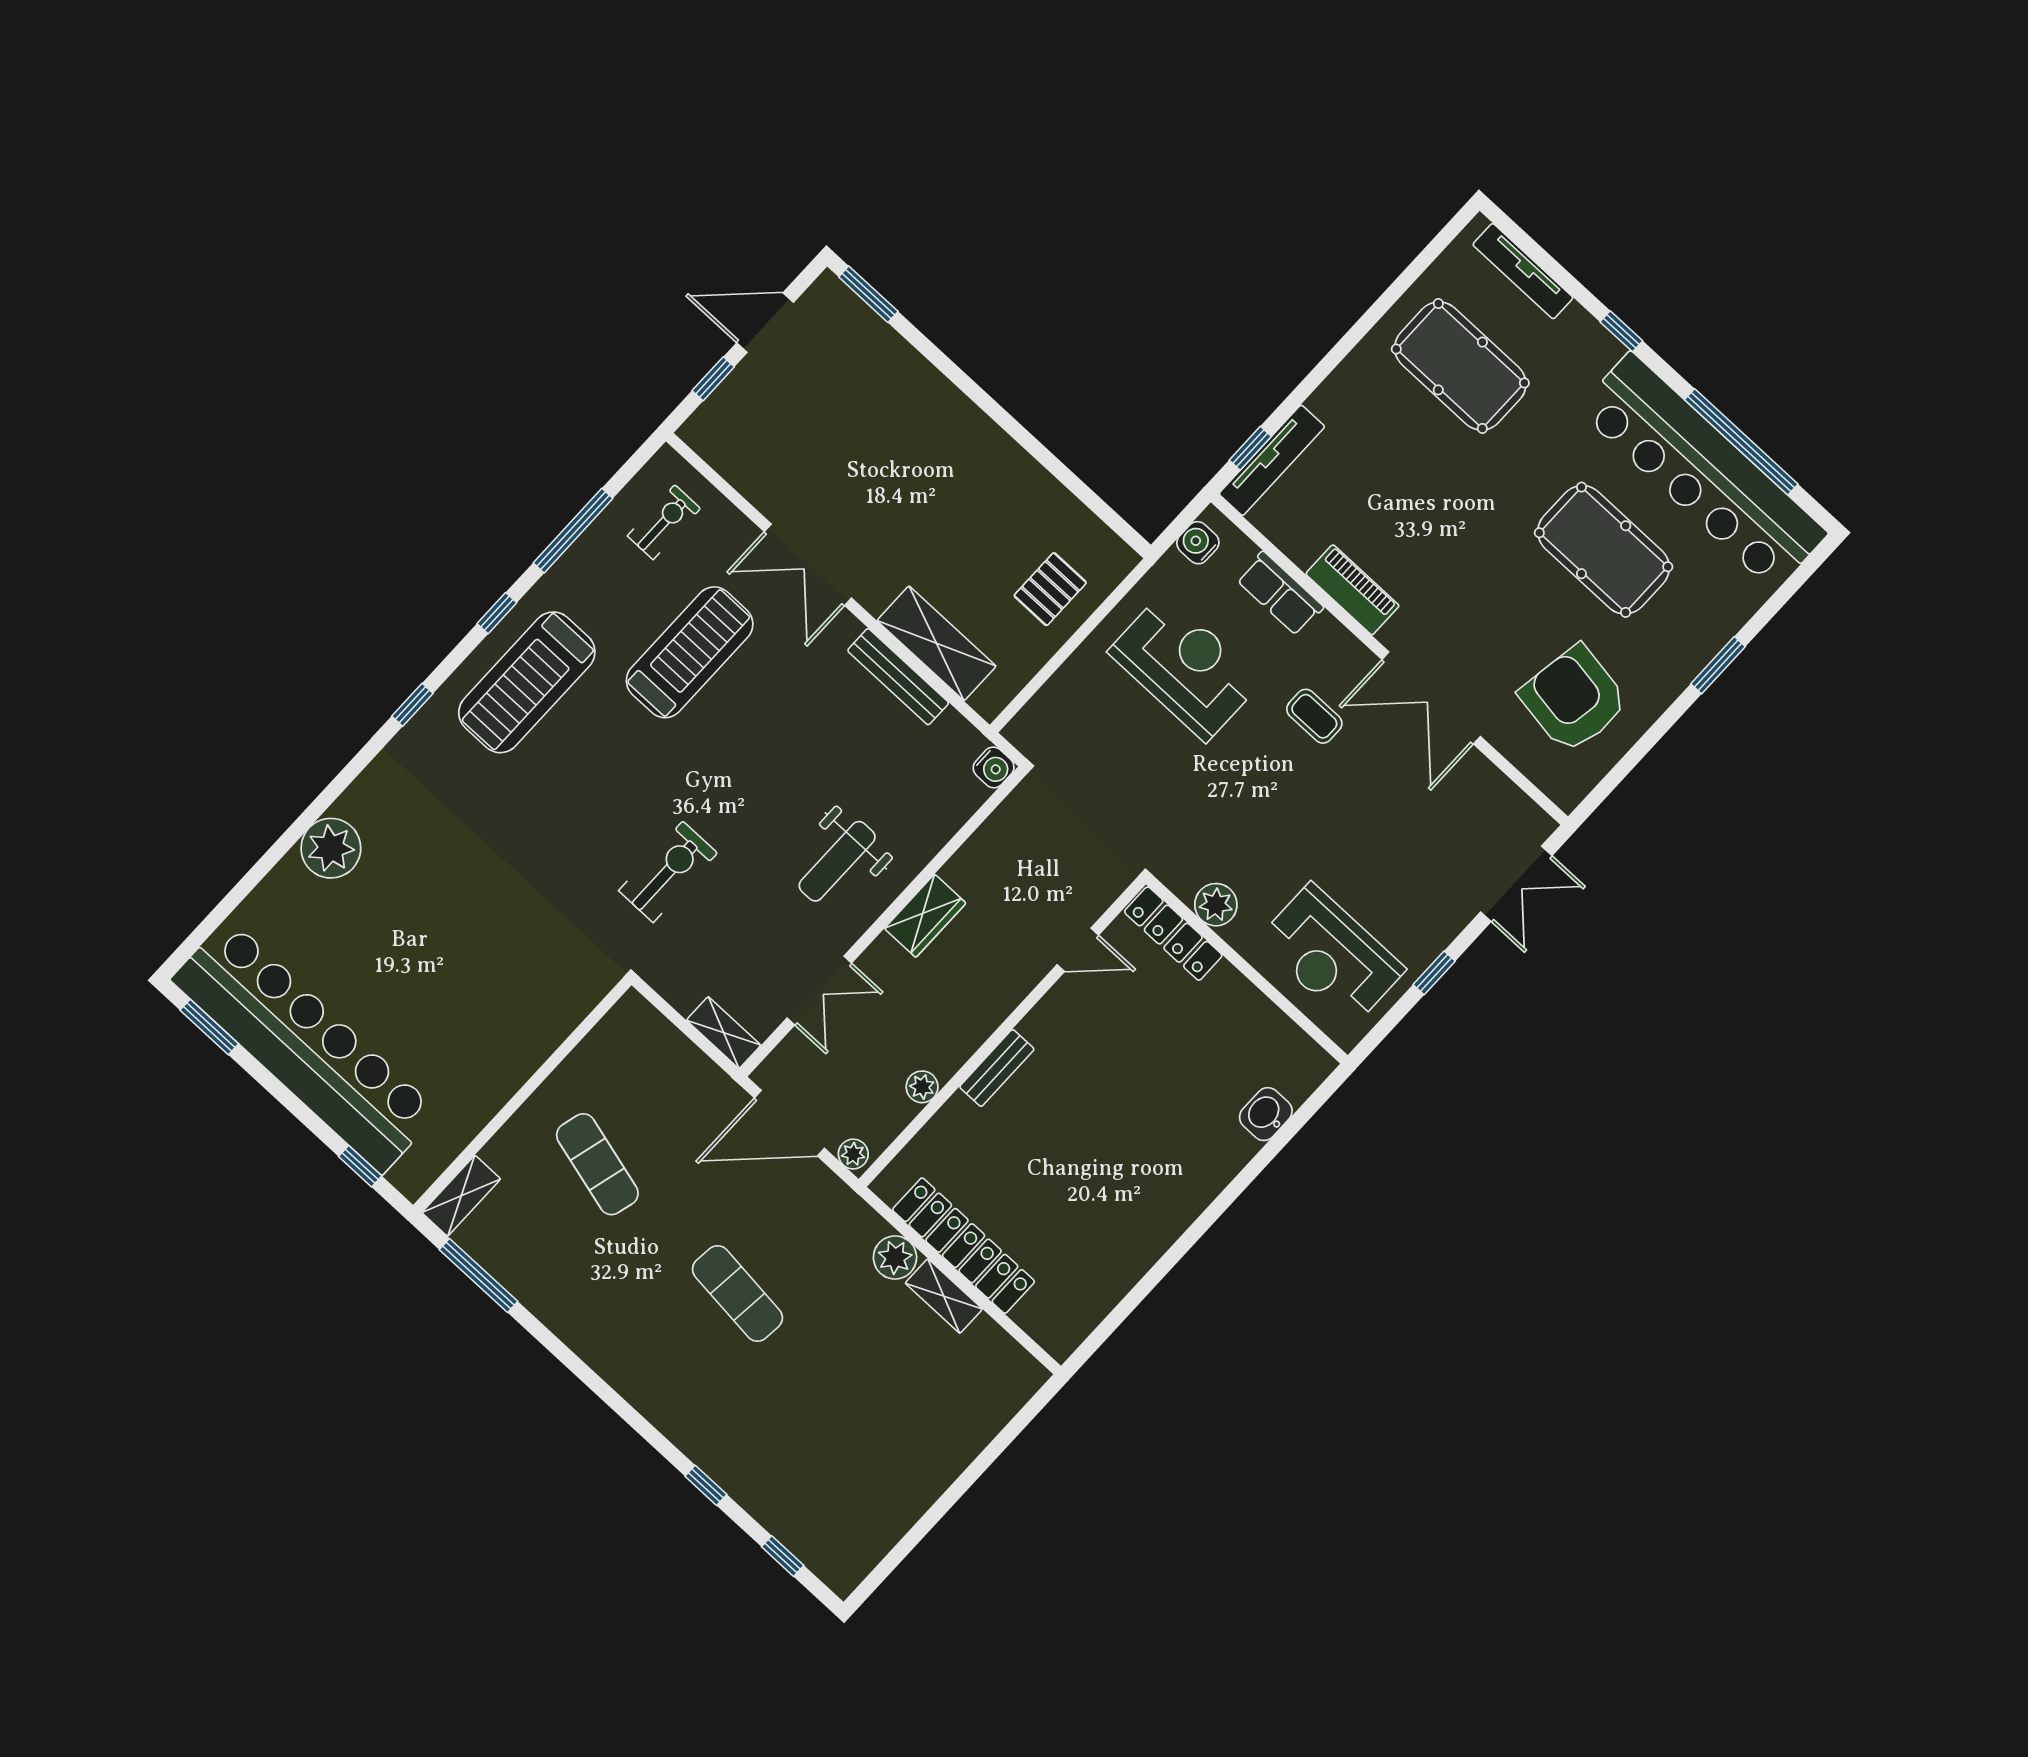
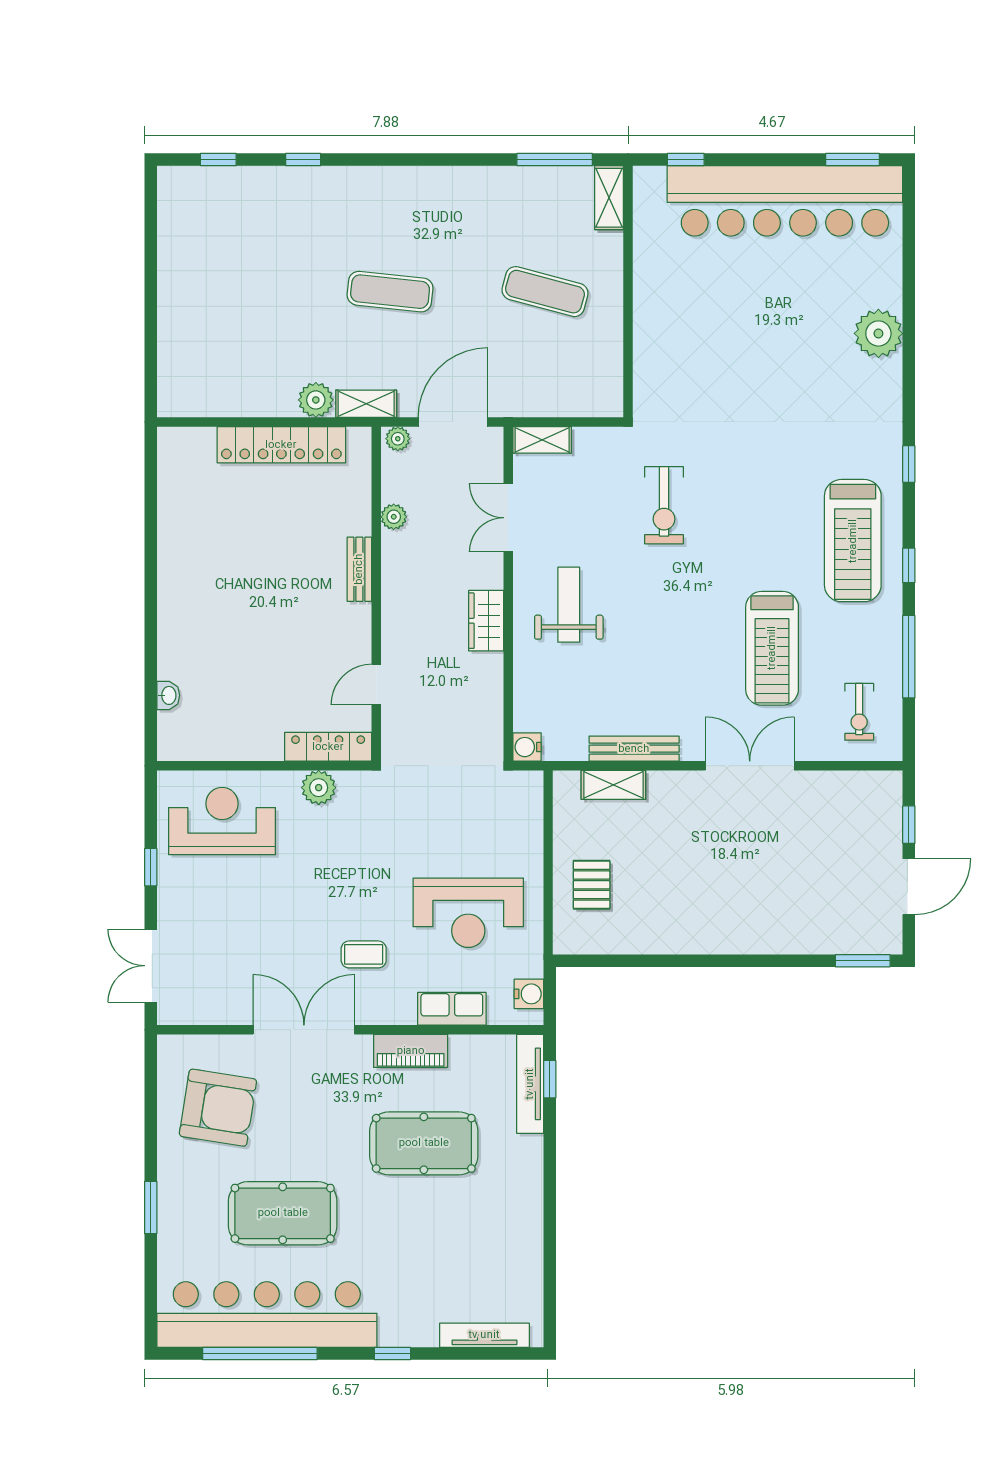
pool table: (1460, 366) -> (424, 1143), moved
shelving: (937, 643) -> (613, 785), width x0.67, depth x0.75
treadmill: (527, 682) -> (853, 541), turned 180
washbasin: (1266, 1114) -> (168, 695), width x0.72, depth x0.69
shelving: (944, 1296) -> (366, 404), moved

